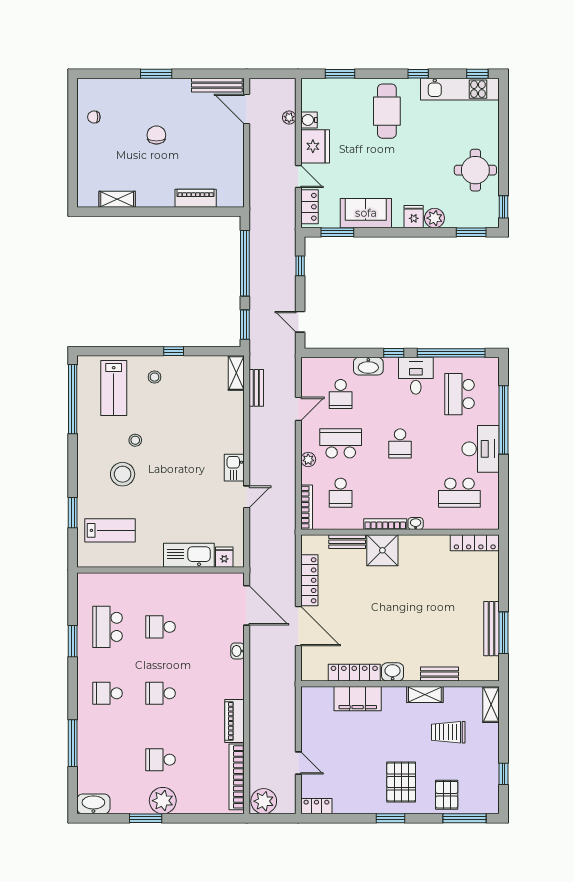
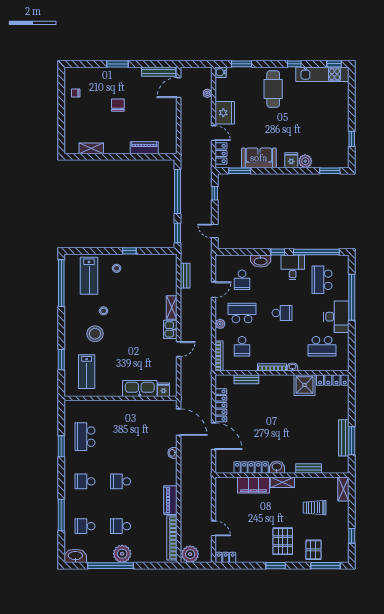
door: (247, 109) -> (179, 88), hinge flipped
water cooler: (309, 120) -> (221, 72), moved
round table: (475, 170) -> (333, 129), removed
window: (503, 207) -> (352, 139), moved
shelving: (236, 373) -> (172, 308), moved
school desk: (400, 443) -> (282, 313), turned -90
lab bench: (110, 530) -> (87, 372), turned 90
shower: (382, 550) -> (304, 385), moved
school desk: (160, 627) -> (85, 526), moved
shelving: (425, 694) -> (282, 482), moved
window: (146, 818) -> (111, 566), width x2.11

